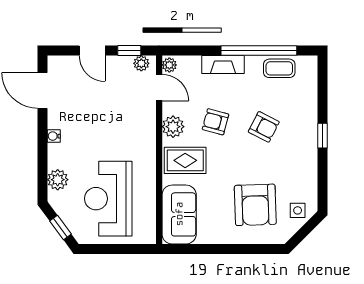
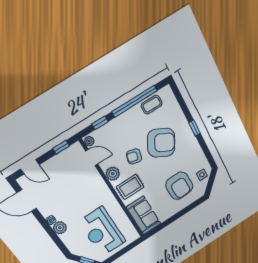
door: (92, 51) -> (30, 167), moved
window: (198, 51) -> (100, 123), added
plant: (141, 63) -> (73, 150), removed
fireplace: (223, 64) -> (119, 122), removed
armchair: (264, 127) -> (161, 143), width x1.88, depth x1.88
plant: (58, 180) -> (60, 228), moved

